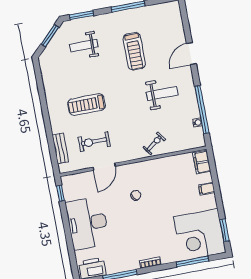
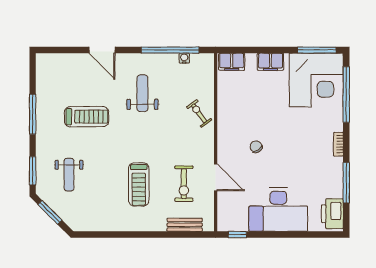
filing cabinet: (207, 189) -> (270, 62), width x2.00
window: (224, 230) -> (317, 50), width x1.44
window: (192, 261) -> (346, 95), width x1.46

